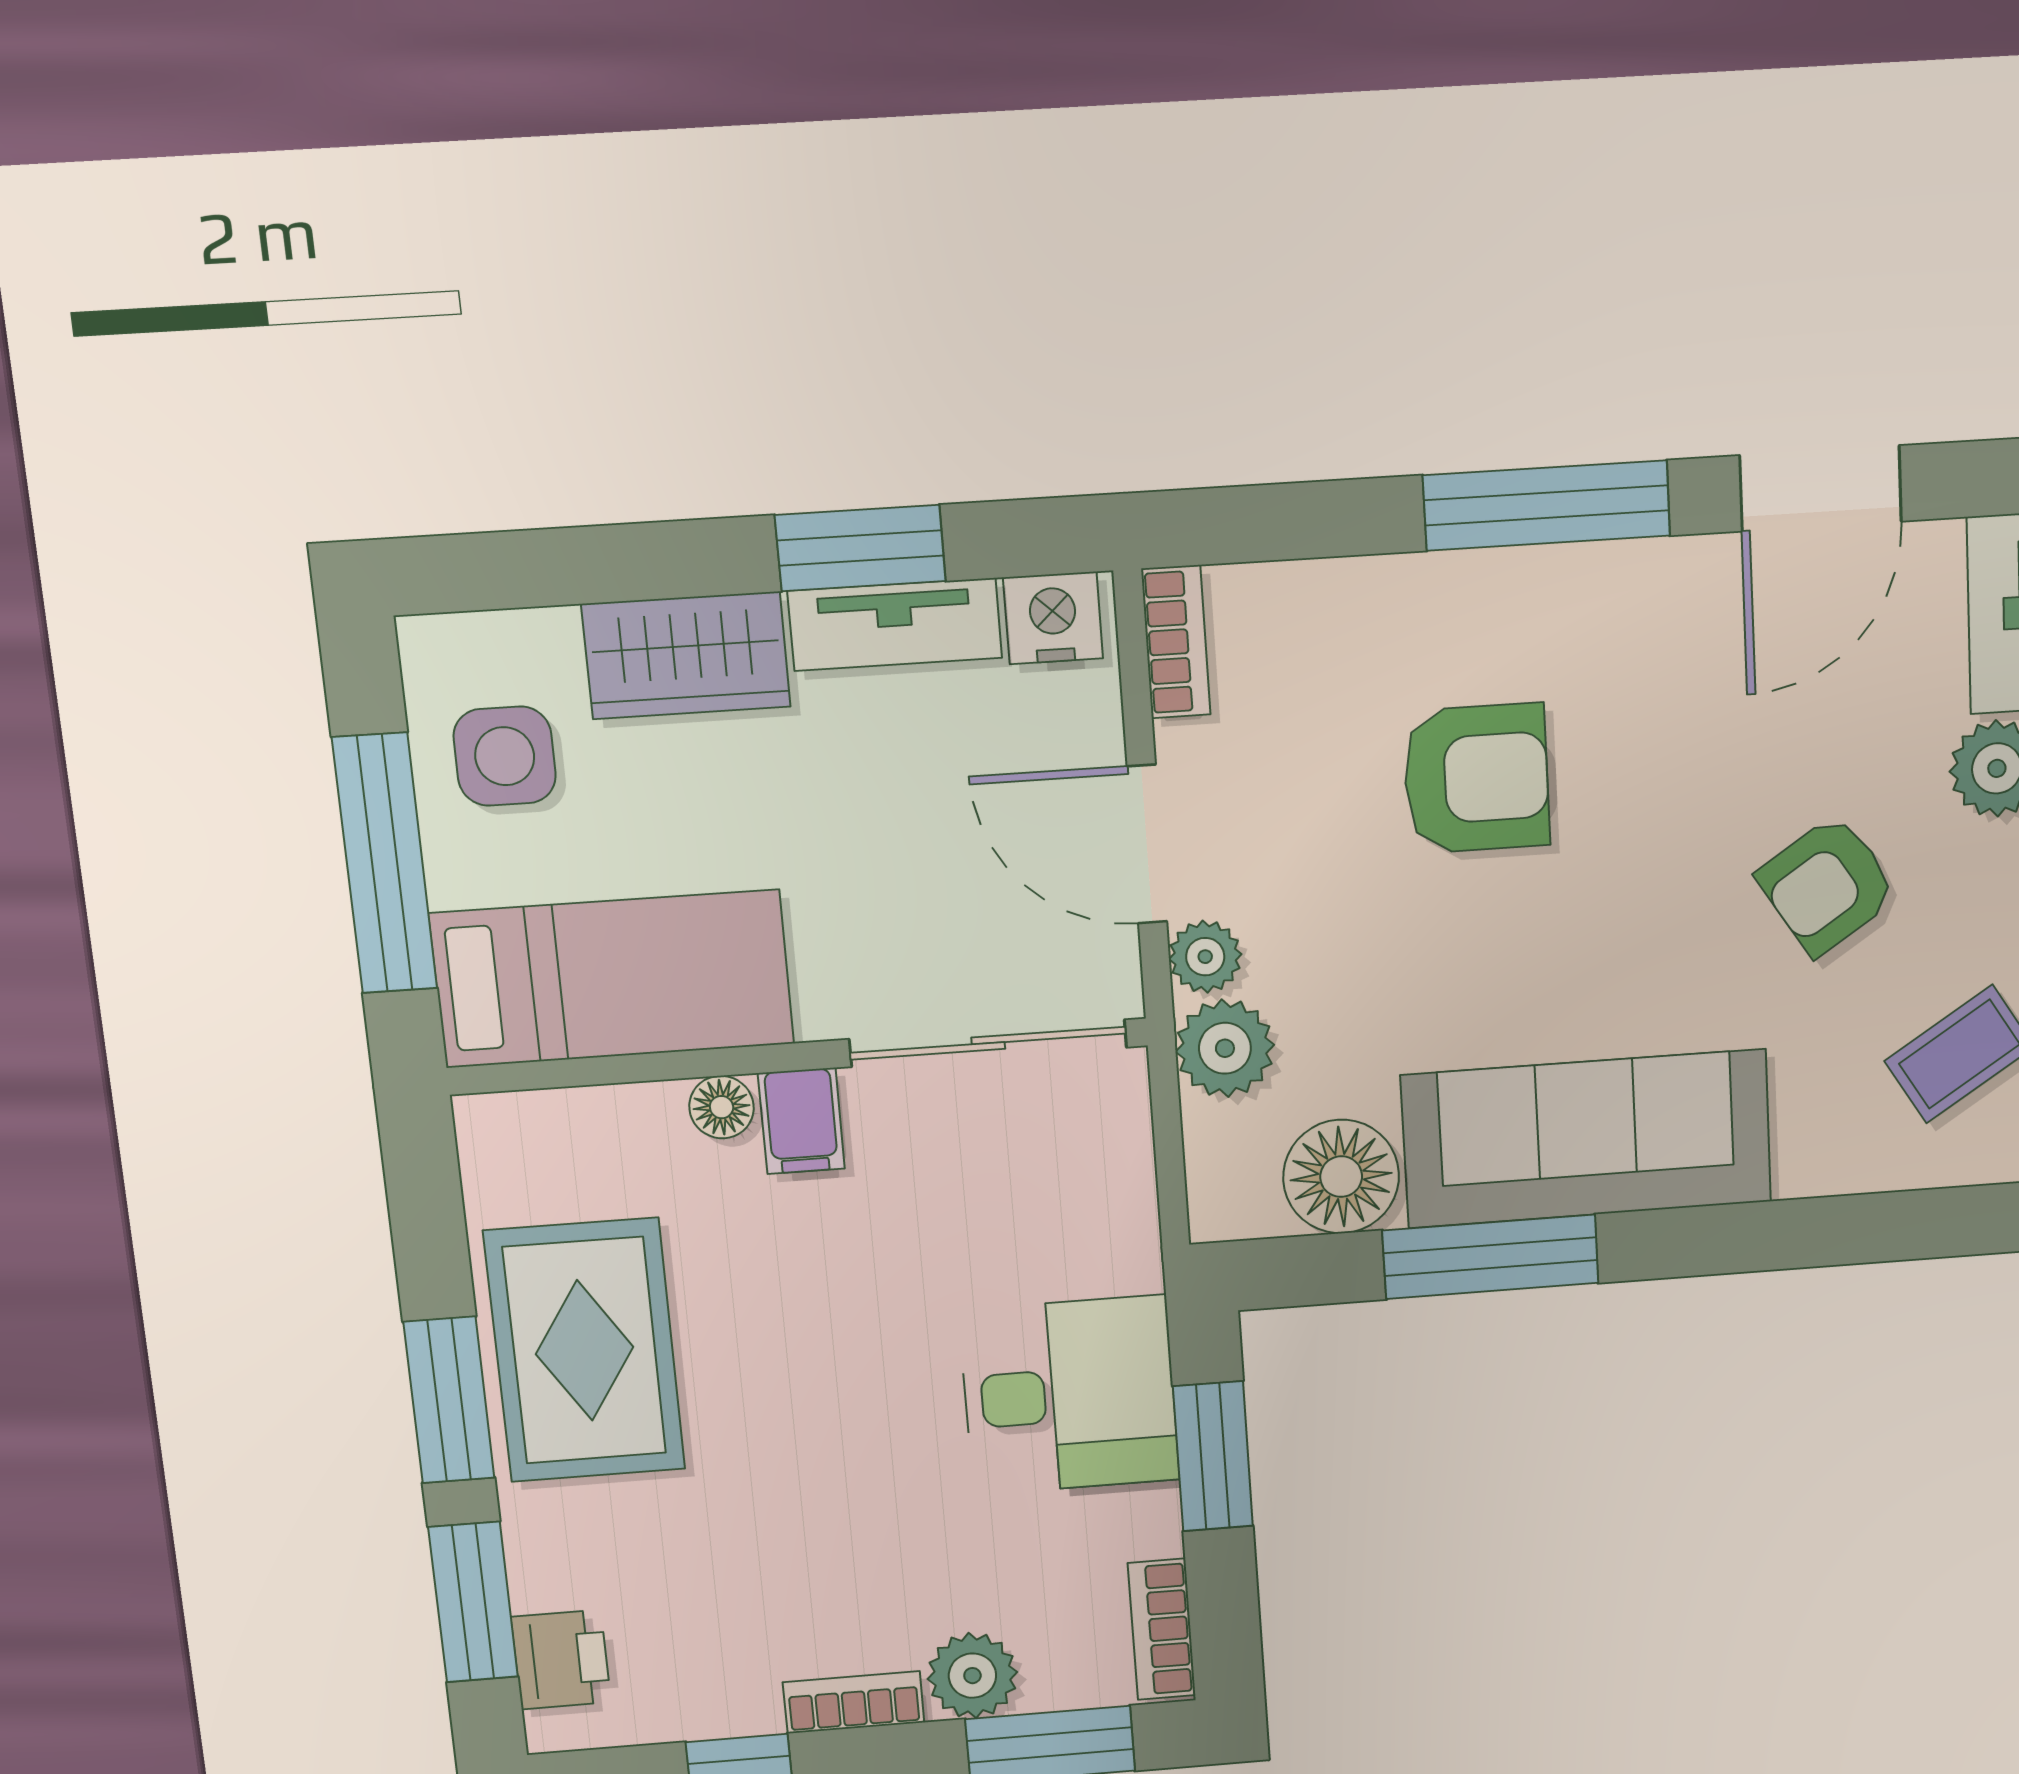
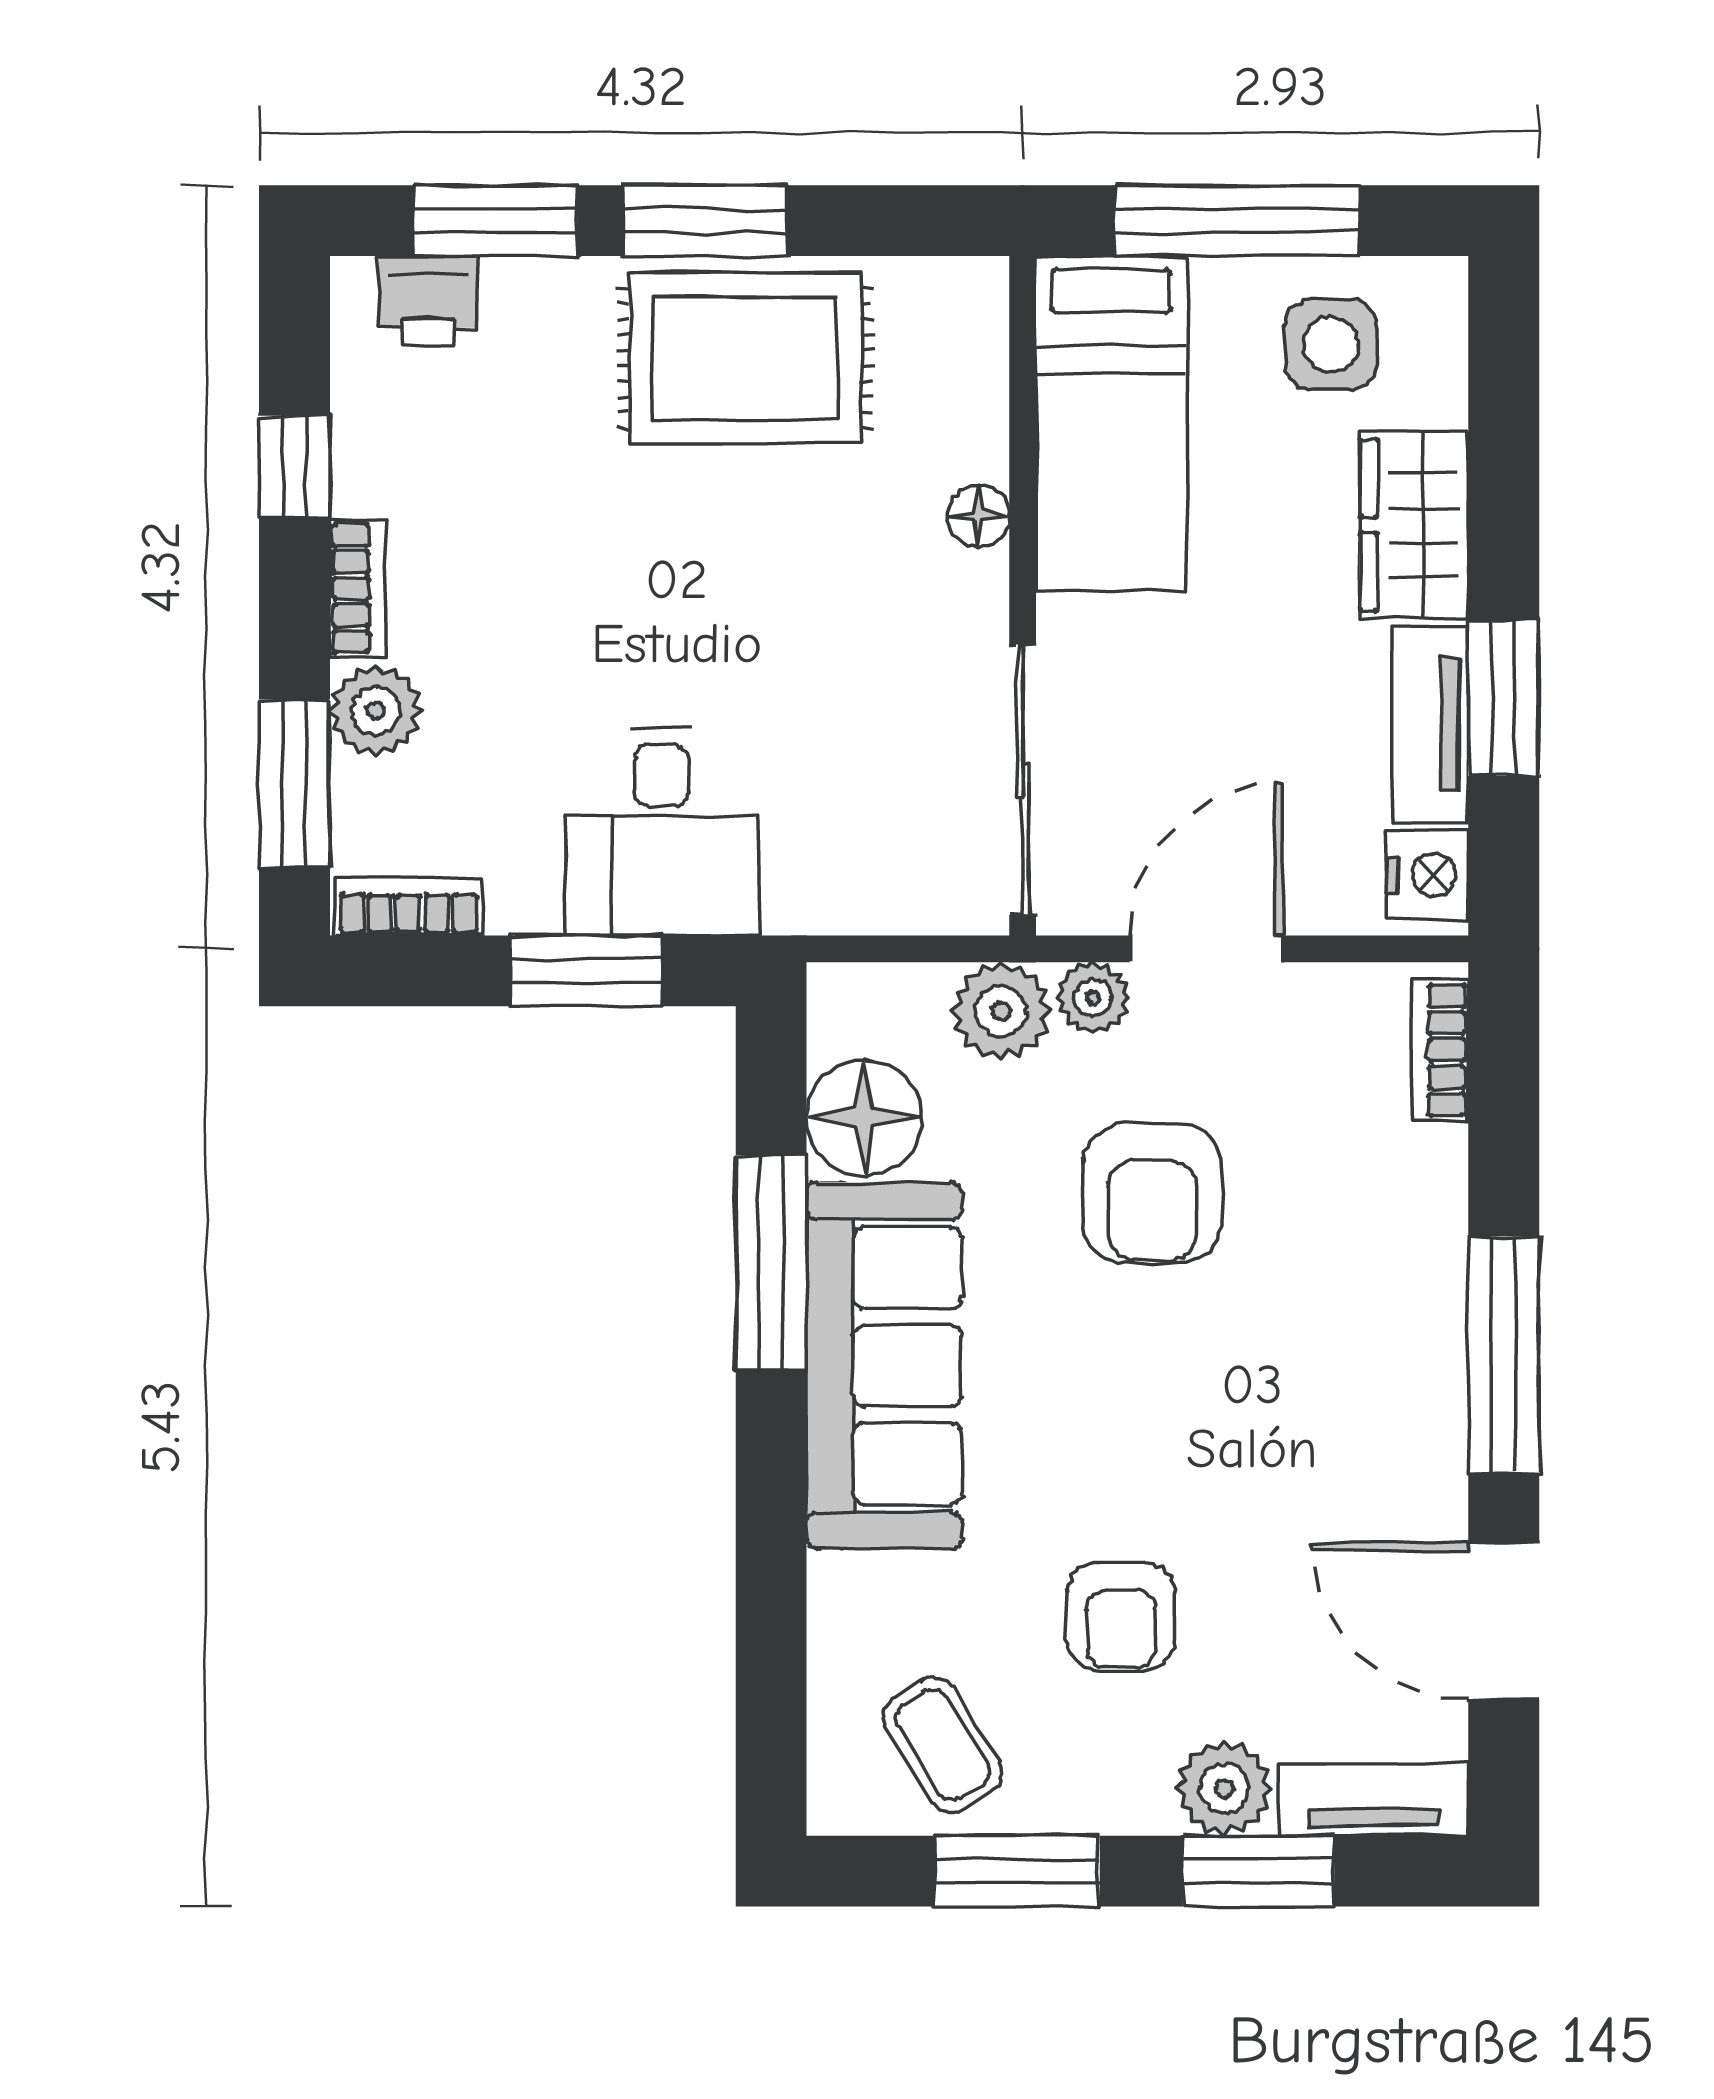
bookcase: (1176, 642) -> (1440, 1050), moved, turned 90
armchair: (1476, 778) -> (1152, 1193), moved
armchair: (1827, 885) -> (1121, 1616), turned -147
filing cabinet: (801, 1121) -> (959, 592), removed

